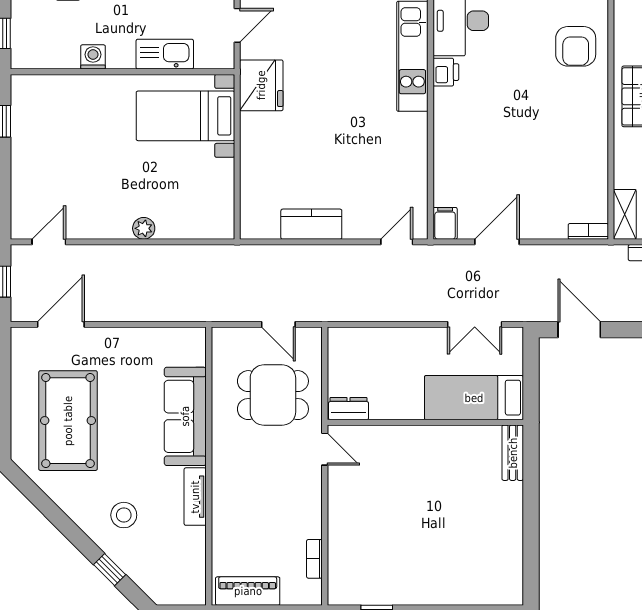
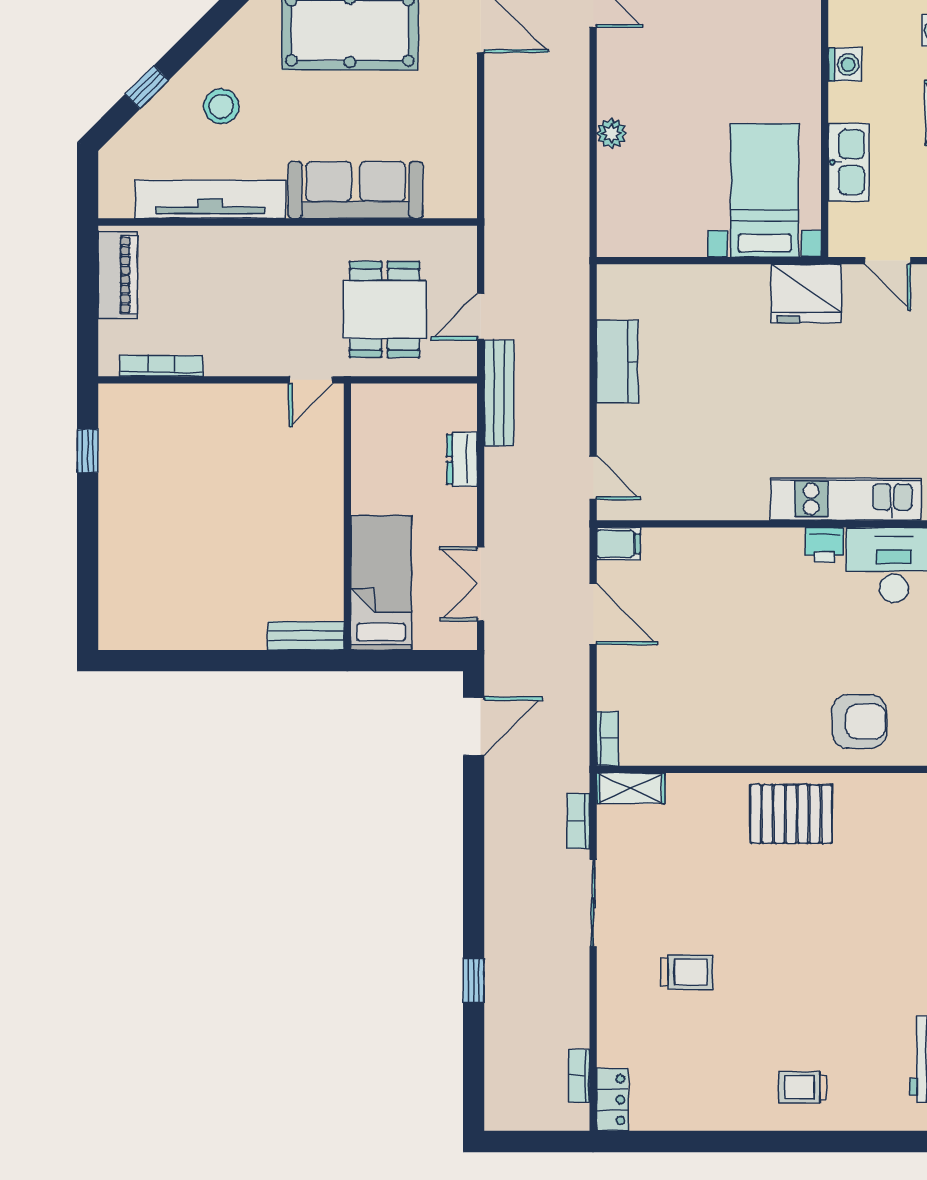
armchair: (576, 46) -> (859, 722), turned 180
bench: (334, 311) -> (499, 393), added
dresser: (349, 409) -> (462, 459), moved, turned 180
tv unit: (195, 497) -> (210, 199), width x1.92, depth x1.29
bookcase: (314, 559) -> (162, 366), width x1.56

